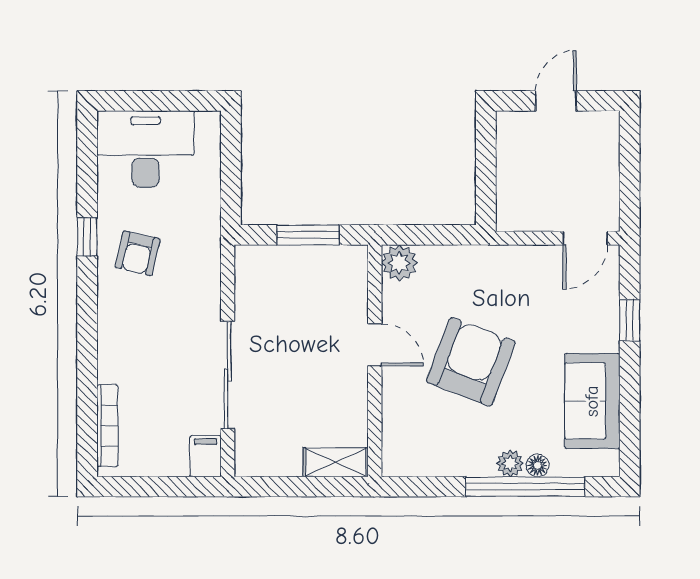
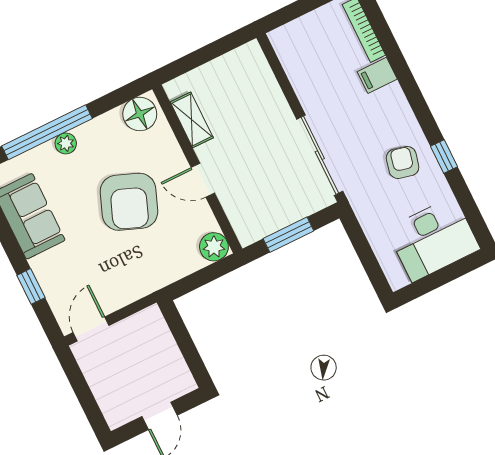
sliding door: (228, 375) -> (320, 155), moved
filing cabinet: (206, 456) -> (377, 75), moved, turned 90
shelving: (336, 462) -> (192, 120), moved, turned 90
floor lamp: (537, 465) -> (140, 114), moved, width x1.89, depth x1.89

